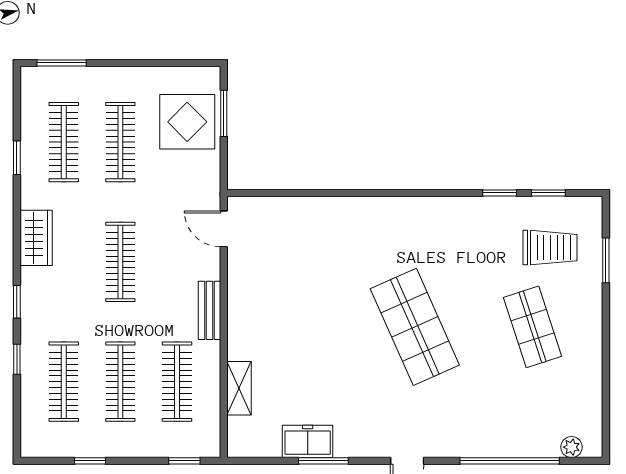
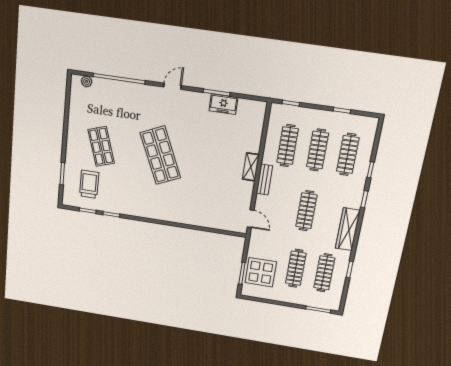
wardrobe: (36, 238) -> (348, 229), width x1.50
trolley: (550, 248) -> (89, 184), turned 90
shelving: (239, 388) -> (251, 167), moved

